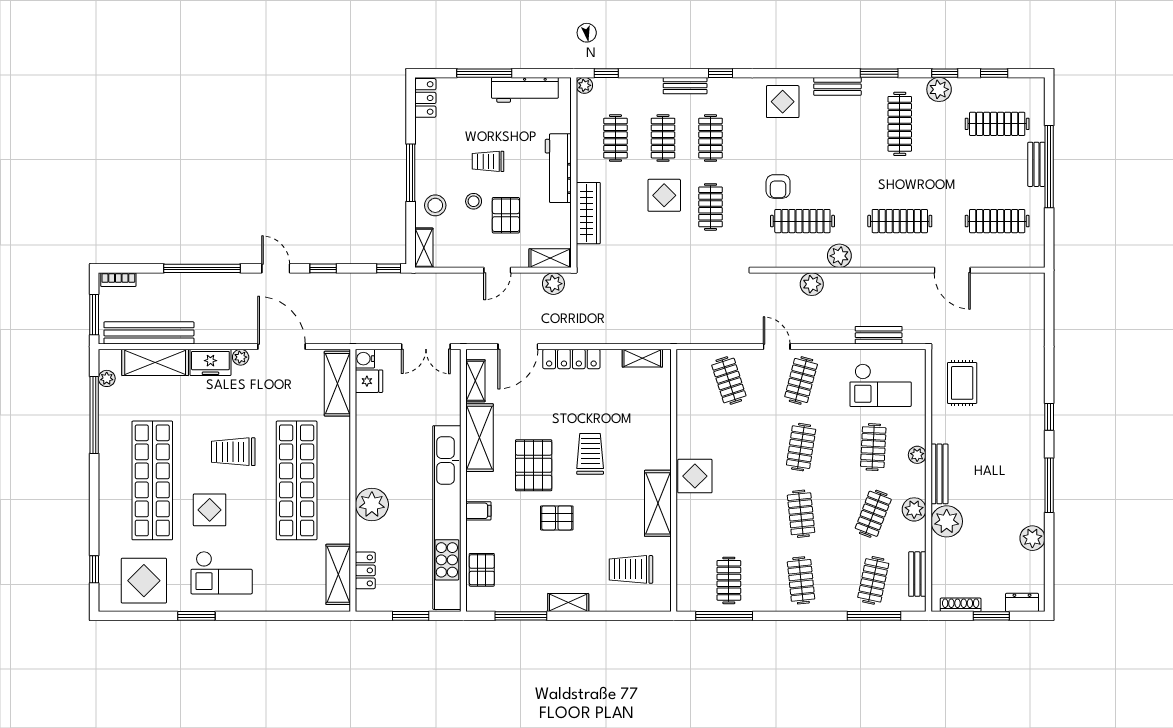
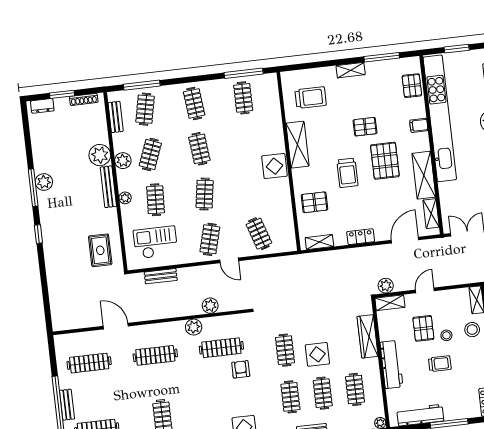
locker: (571, 359) -> (361, 237), width x0.66
pallet: (643, 417) -> (314, 202), added
plant: (1032, 538) -> (44, 182), moved

